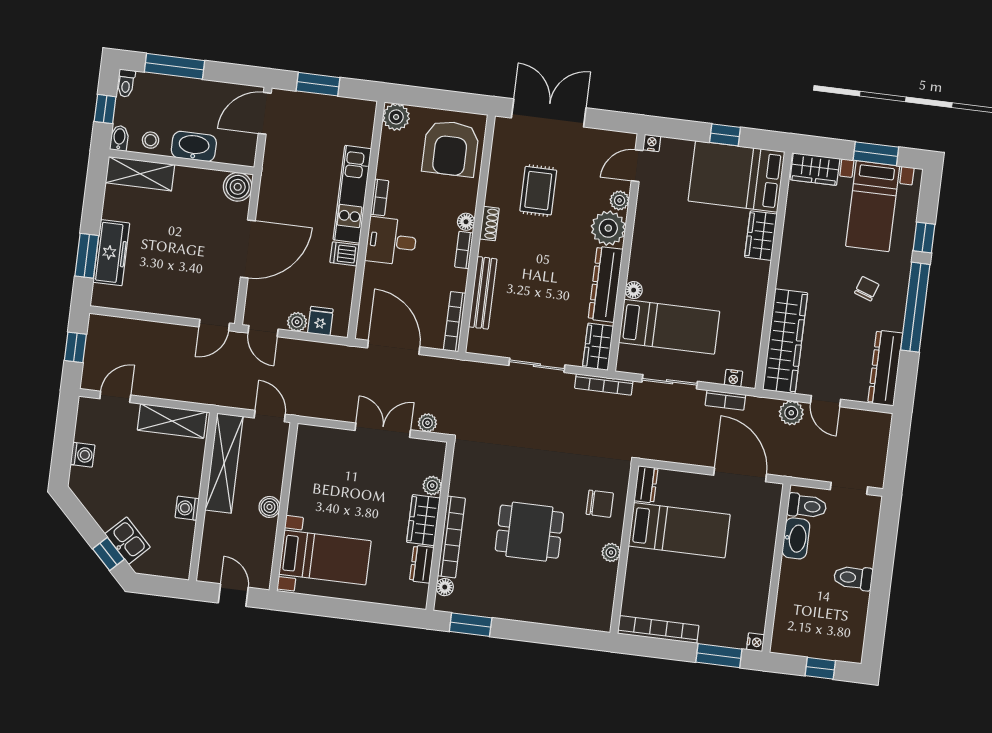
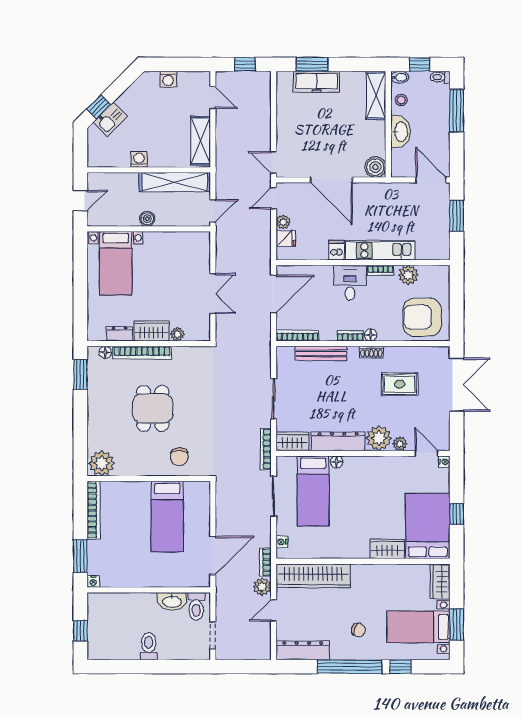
plant: (396, 117) -> (408, 275), moved
bookcase: (725, 400) -> (265, 562), moved
plant: (427, 423) -> (222, 325), removed
dresser: (646, 484) -> (197, 488), removed
plant: (611, 552) -> (102, 463), moved, width x1.87, depth x1.87

